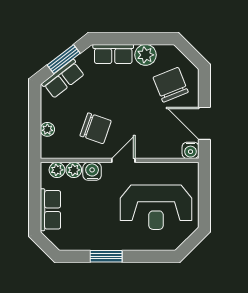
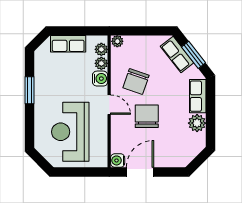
chair: (171, 85) -> (147, 116), moved, turned -68
plant: (47, 129) -> (117, 41), moved

